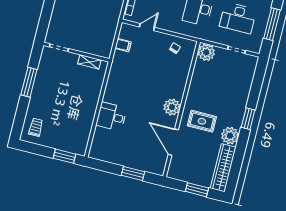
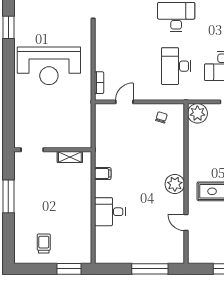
filing cabinet: (123, 45) -> (103, 174), moved
trolley: (36, 127) -> (44, 243), moved
door: (173, 142) -> (186, 223), width x0.53
window: (133, 173) -> (150, 269), width x1.44

